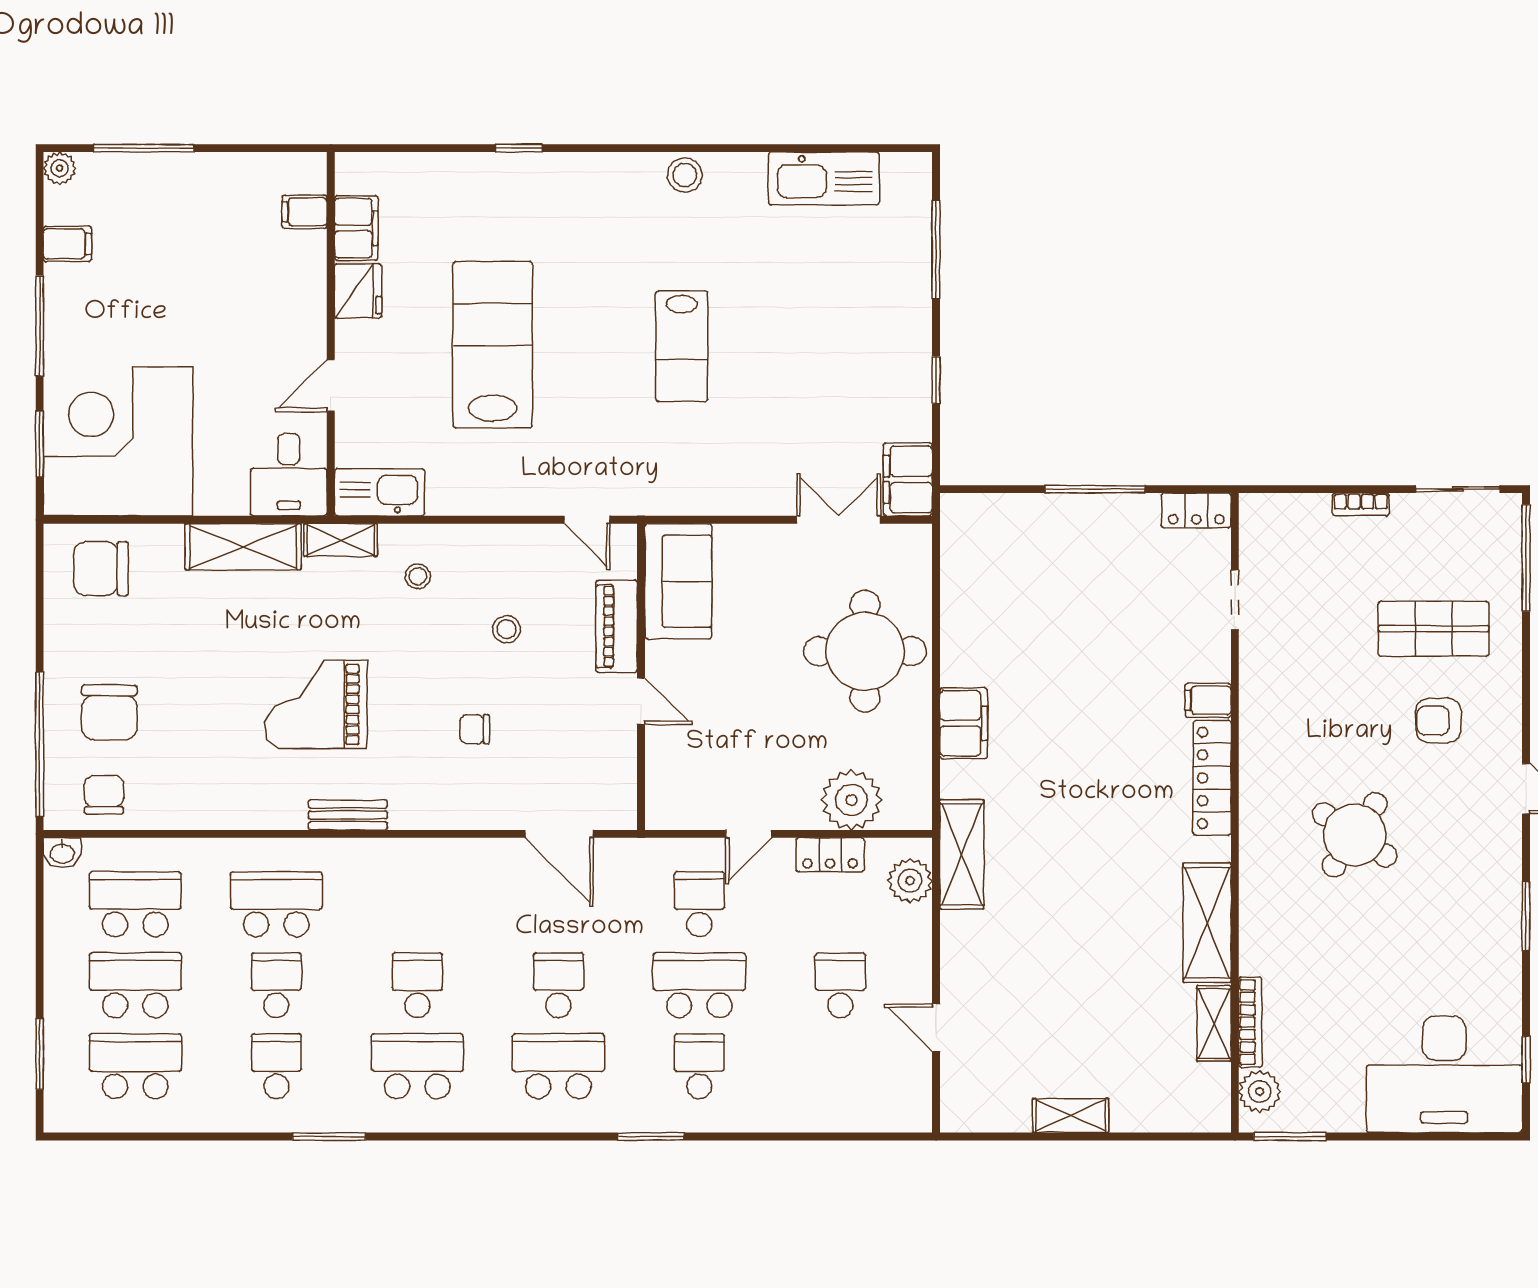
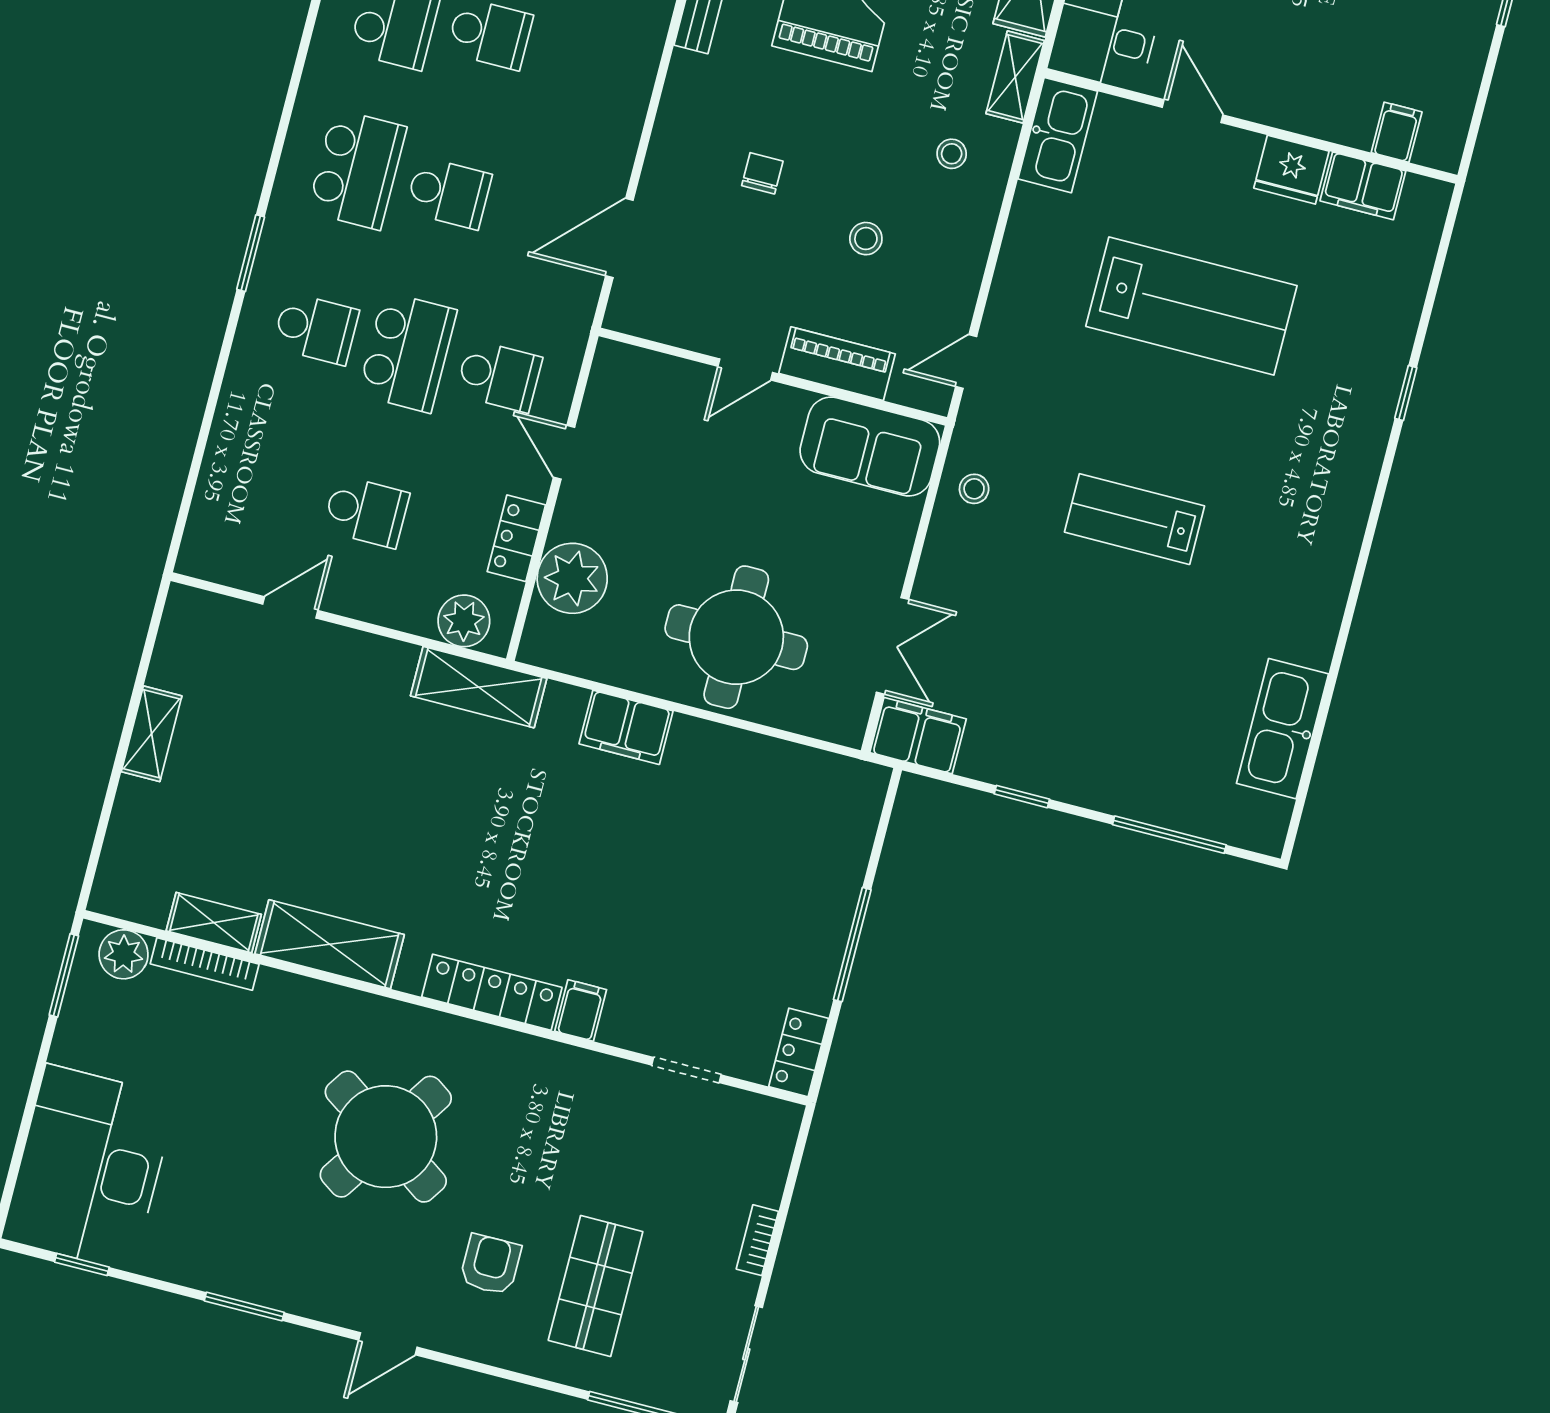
stool: (685, 175) -> (974, 489), moved, width x0.73, depth x0.73
round table: (1355, 835) -> (386, 1137), width x1.36, depth x1.36

